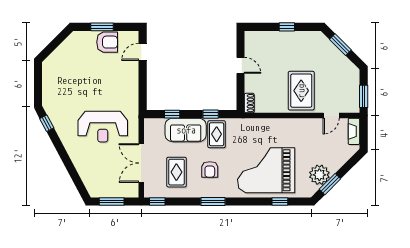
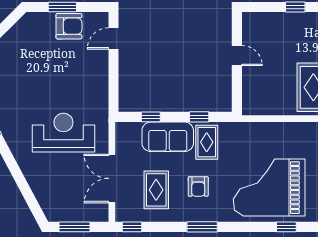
shoe rack: (249, 103) -> (248, 103), removed
reception desk: (103, 127) -> (63, 133), turned 180

